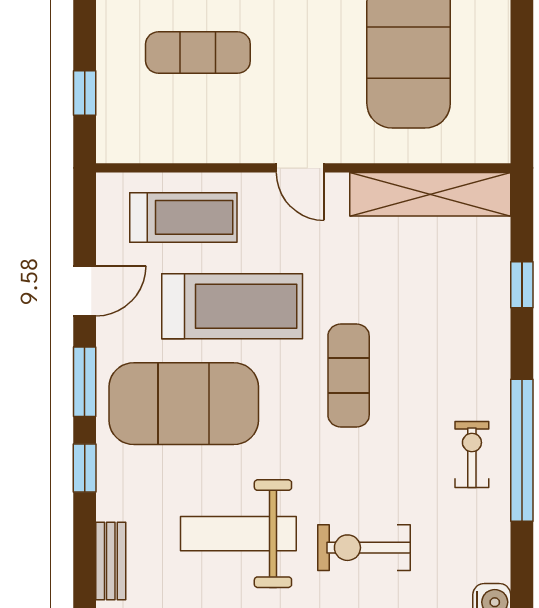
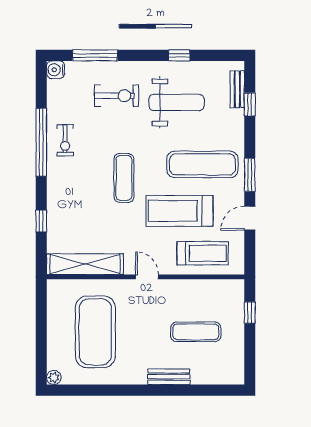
treadmill: (183, 217) -> (203, 253), turned 180
exercise mat: (184, 404) -> (202, 164), width x0.68
window: (85, 468) -> (250, 104), moved

